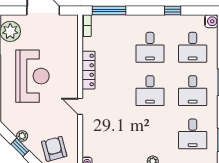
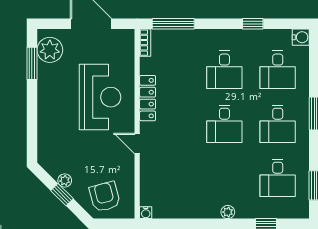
reception desk: (32, 76) -> (100, 97), moved

